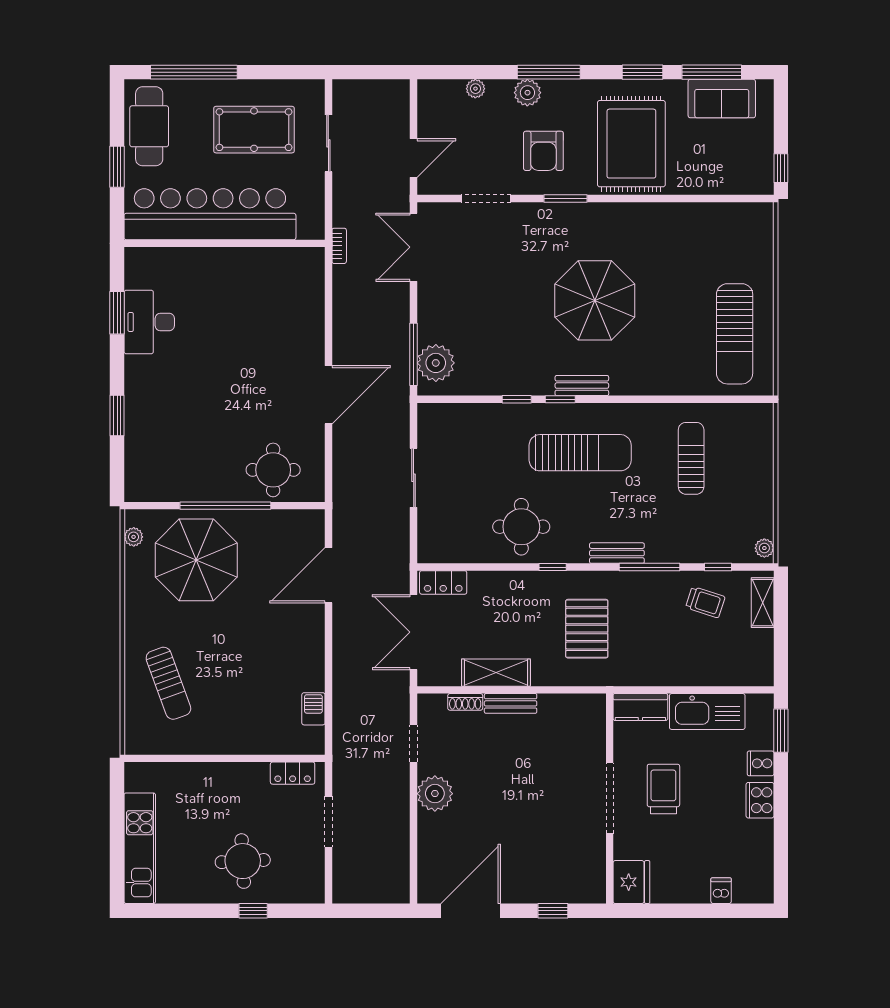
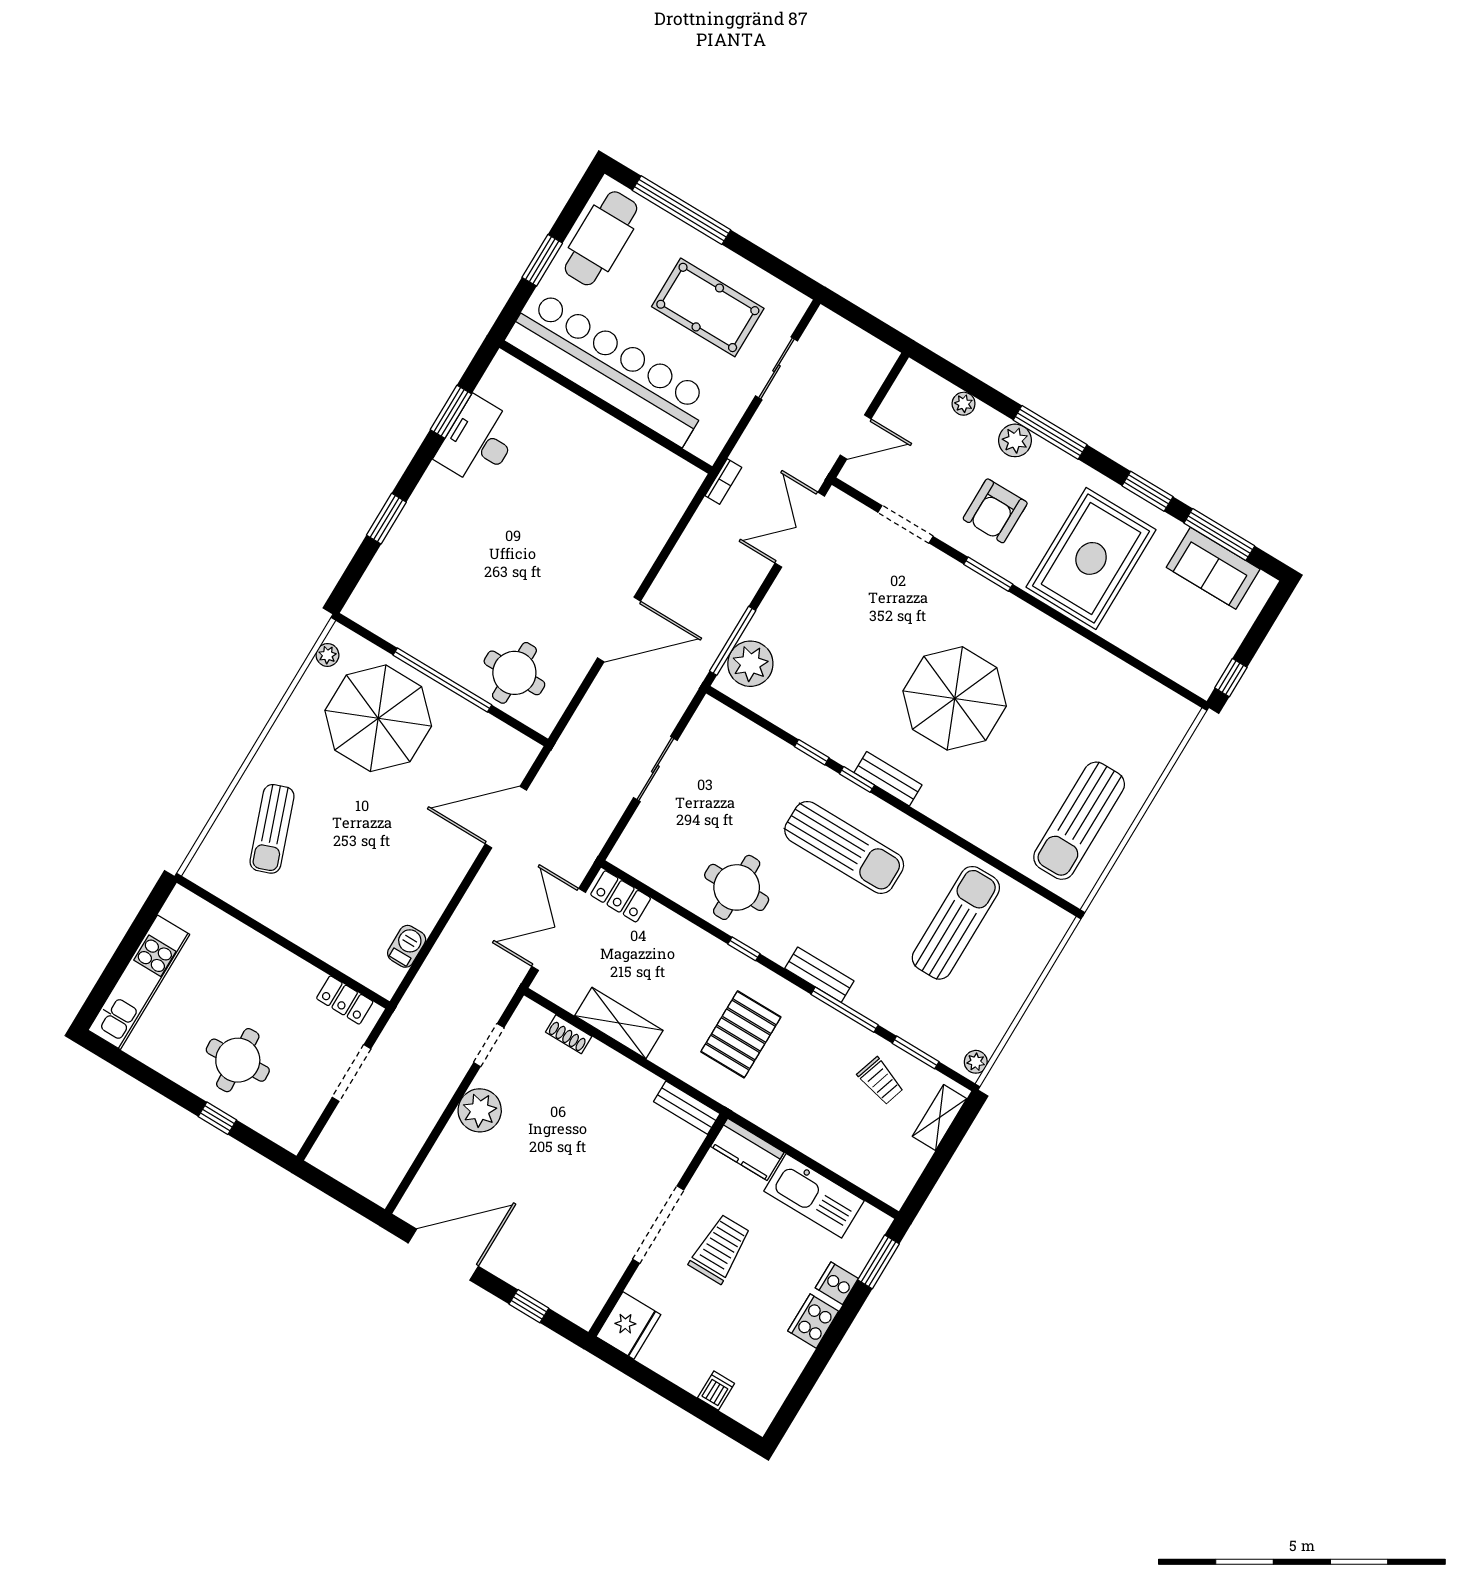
sun lounger: (691, 458) -> (956, 923), width x1.36, depth x1.34
window: (718, 567) -> (916, 1052), width x1.50
bench: (511, 703) -> (687, 1108), moved

